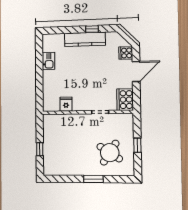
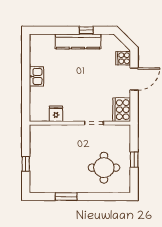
kitchen sink: (48, 61) -> (36, 76), moved
round table: (110, 153) -> (104, 168), turned -33
window: (93, 179) -> (66, 197), moved

